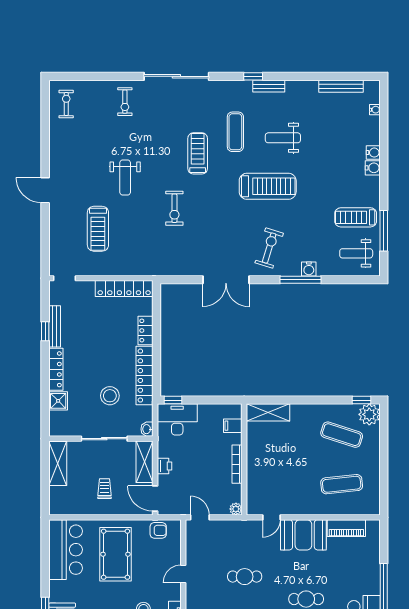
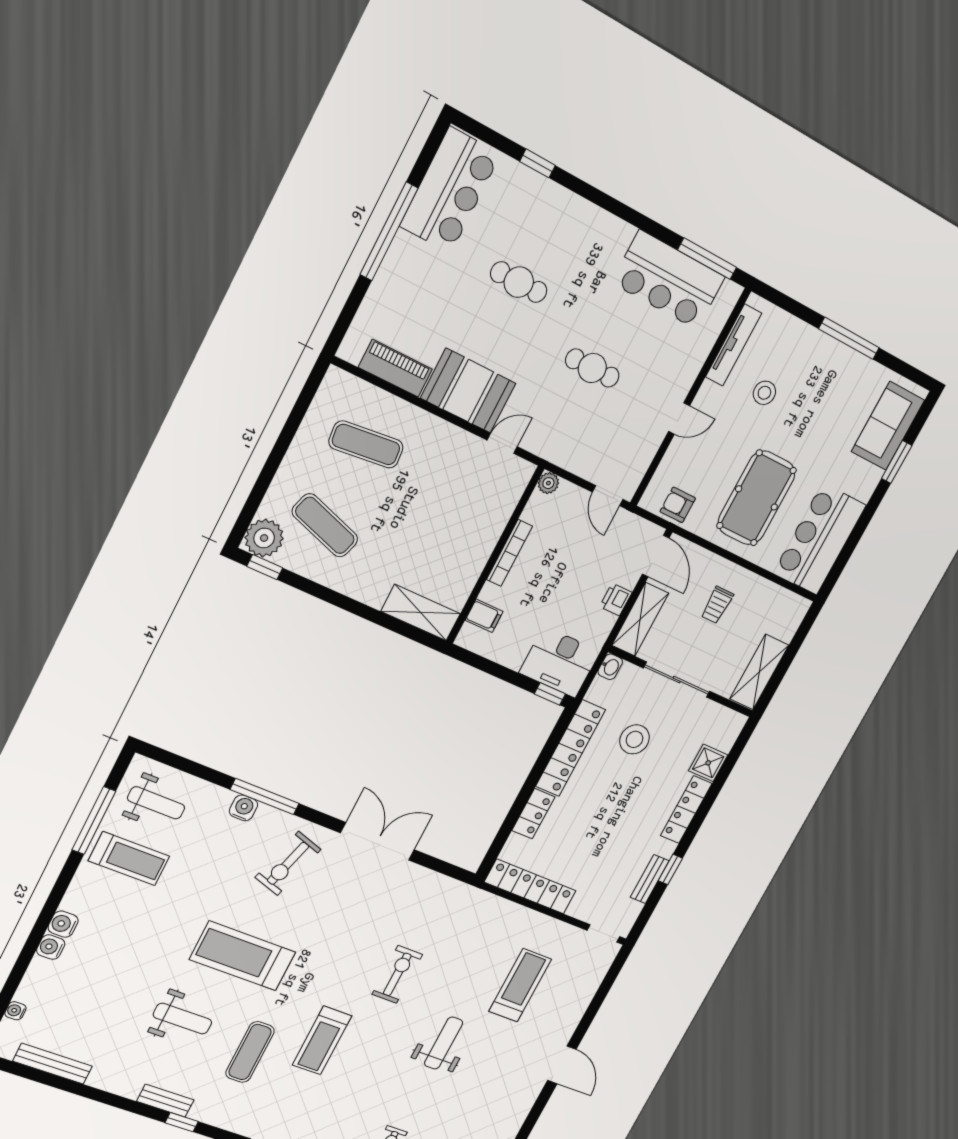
bench: (55, 326) -> (650, 879), width x0.73

